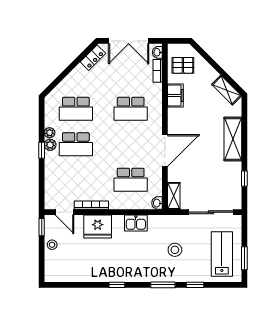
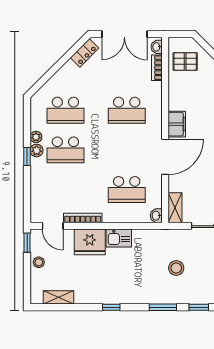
filing cabinet: (175, 95) -> (177, 124), moved
kitchen sink: (136, 223) -> (119, 238), moved
shelving: (70, 276) -> (58, 297), added

